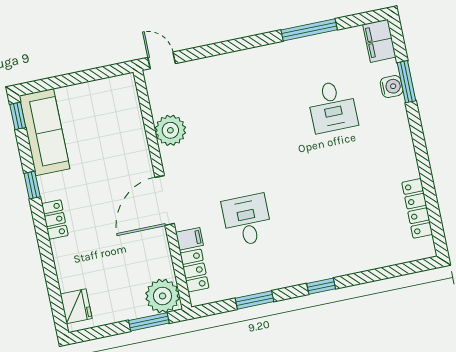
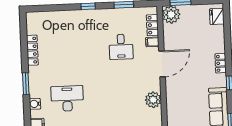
window: (407, 82) -> (26, 84), moved
desk: (332, 106) -> (67, 99), width x1.37
locker: (417, 208) -> (32, 50), moved

